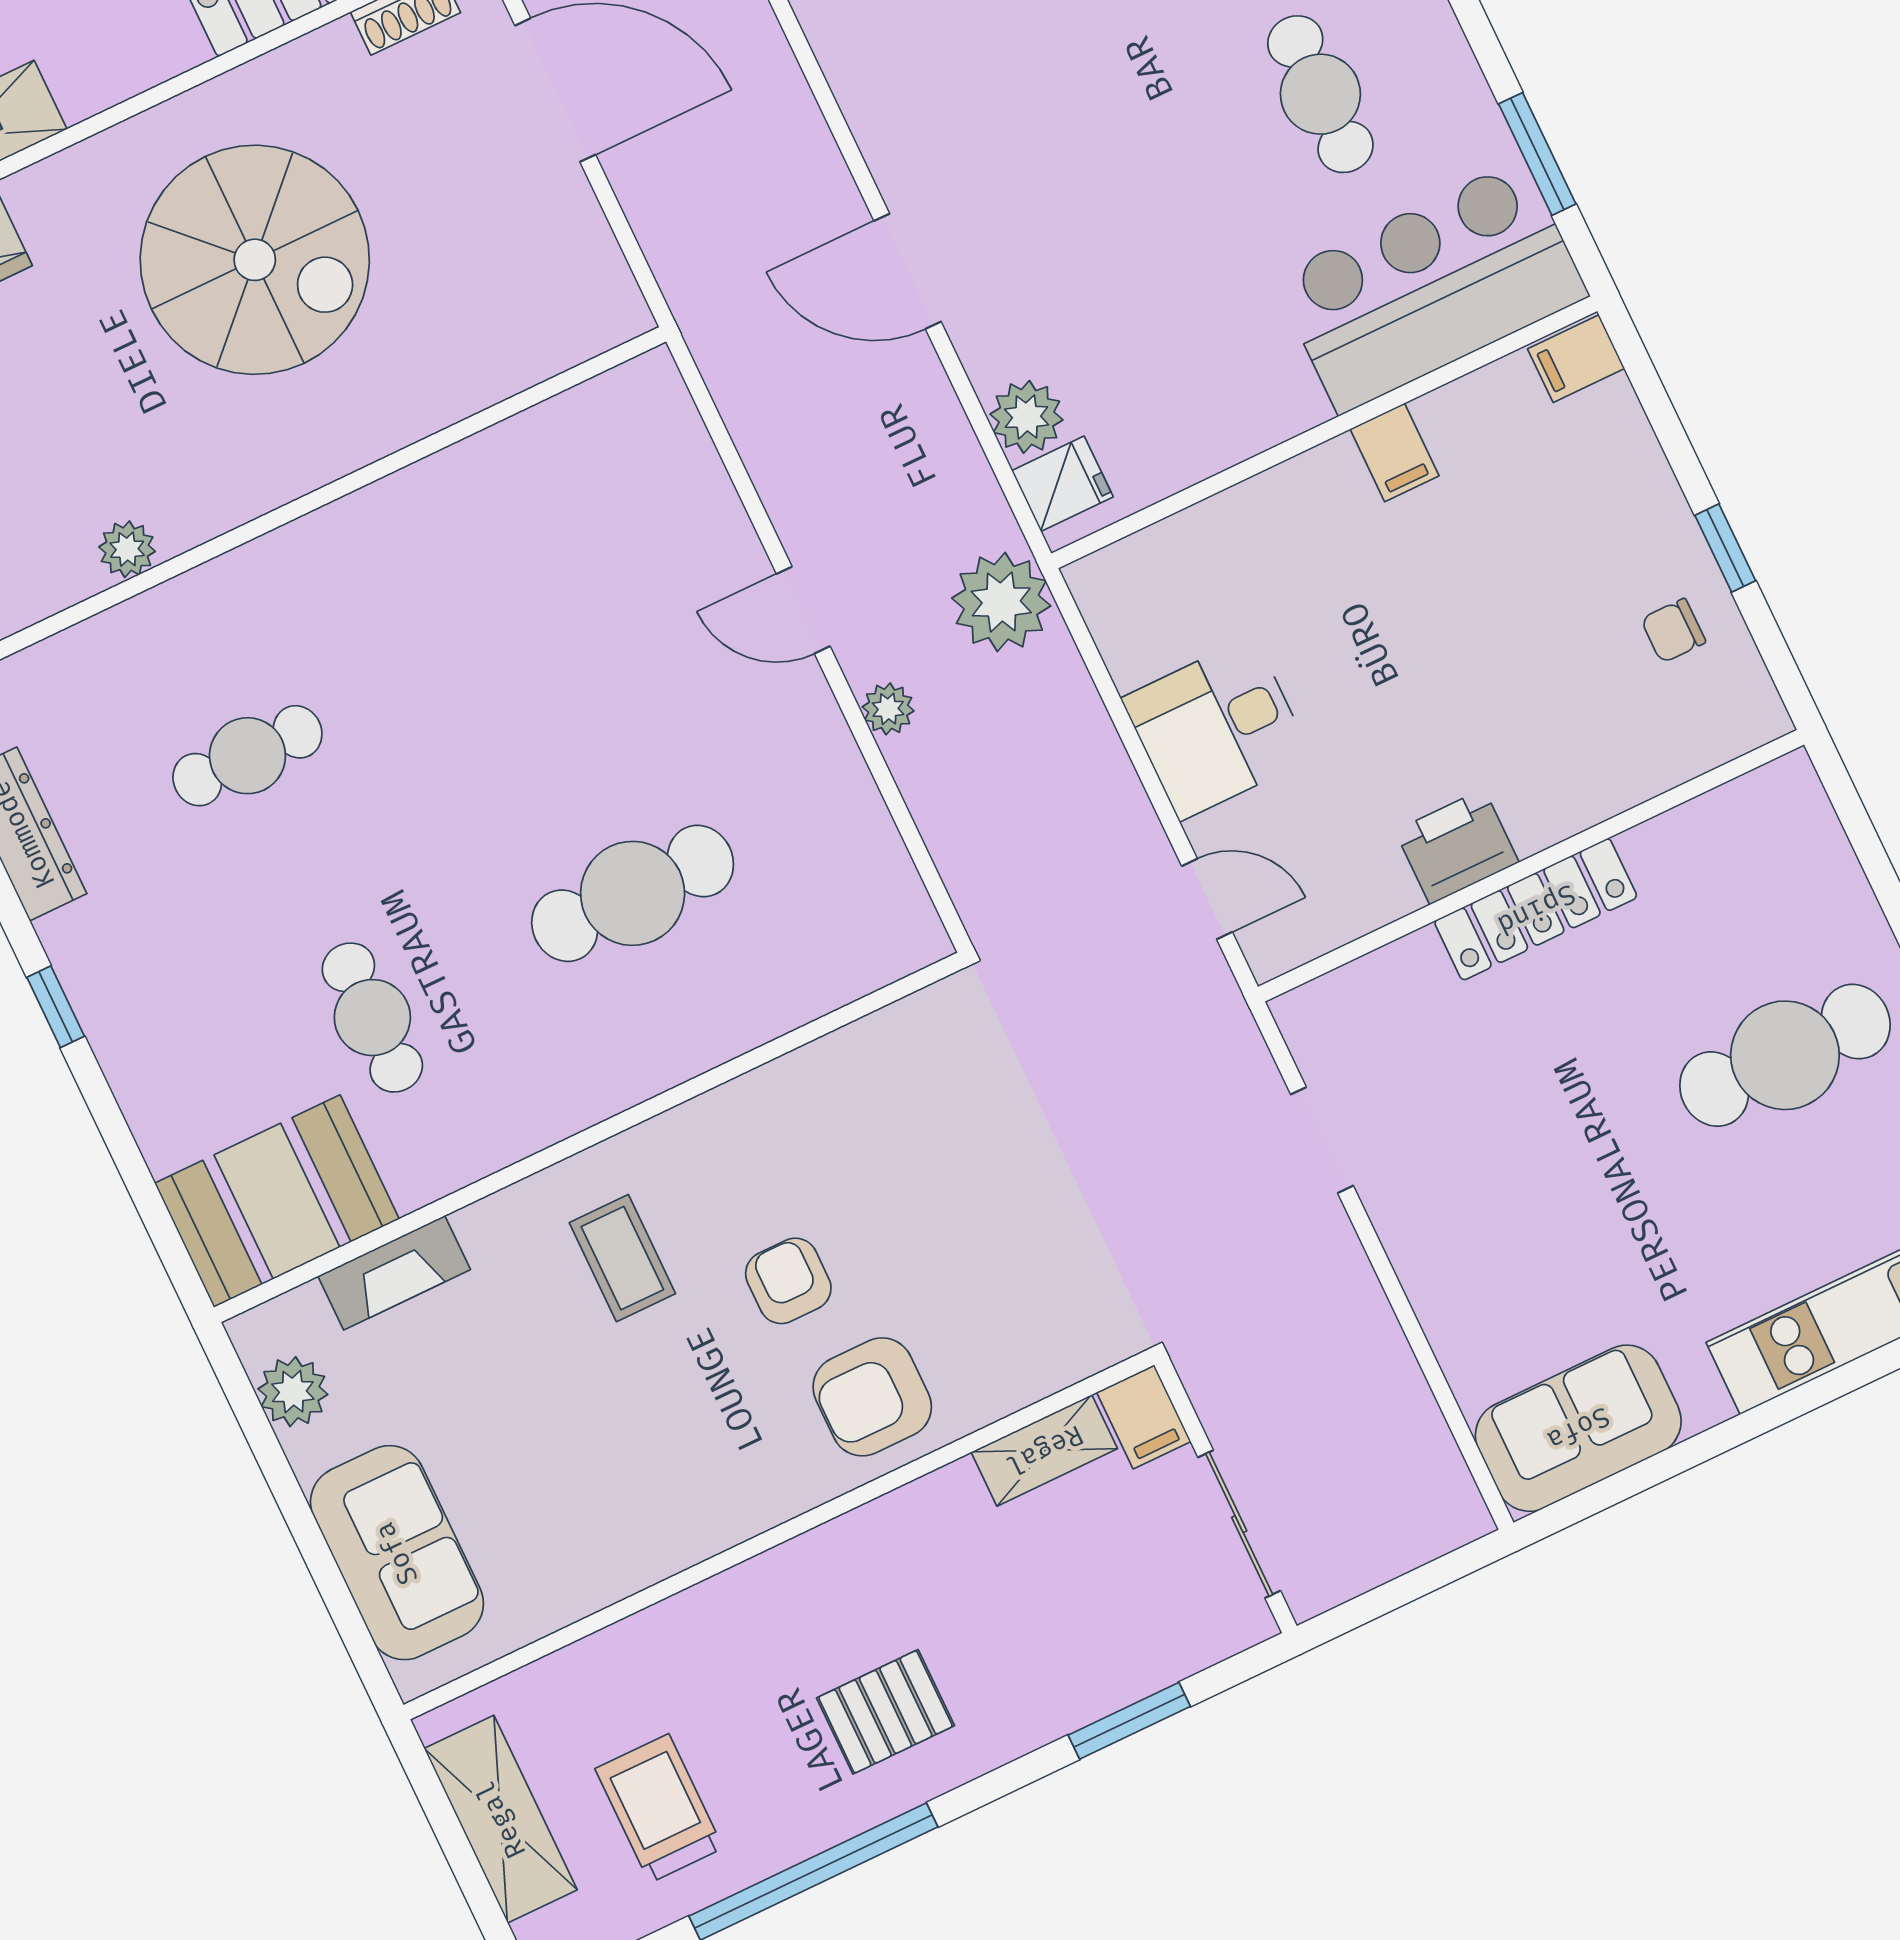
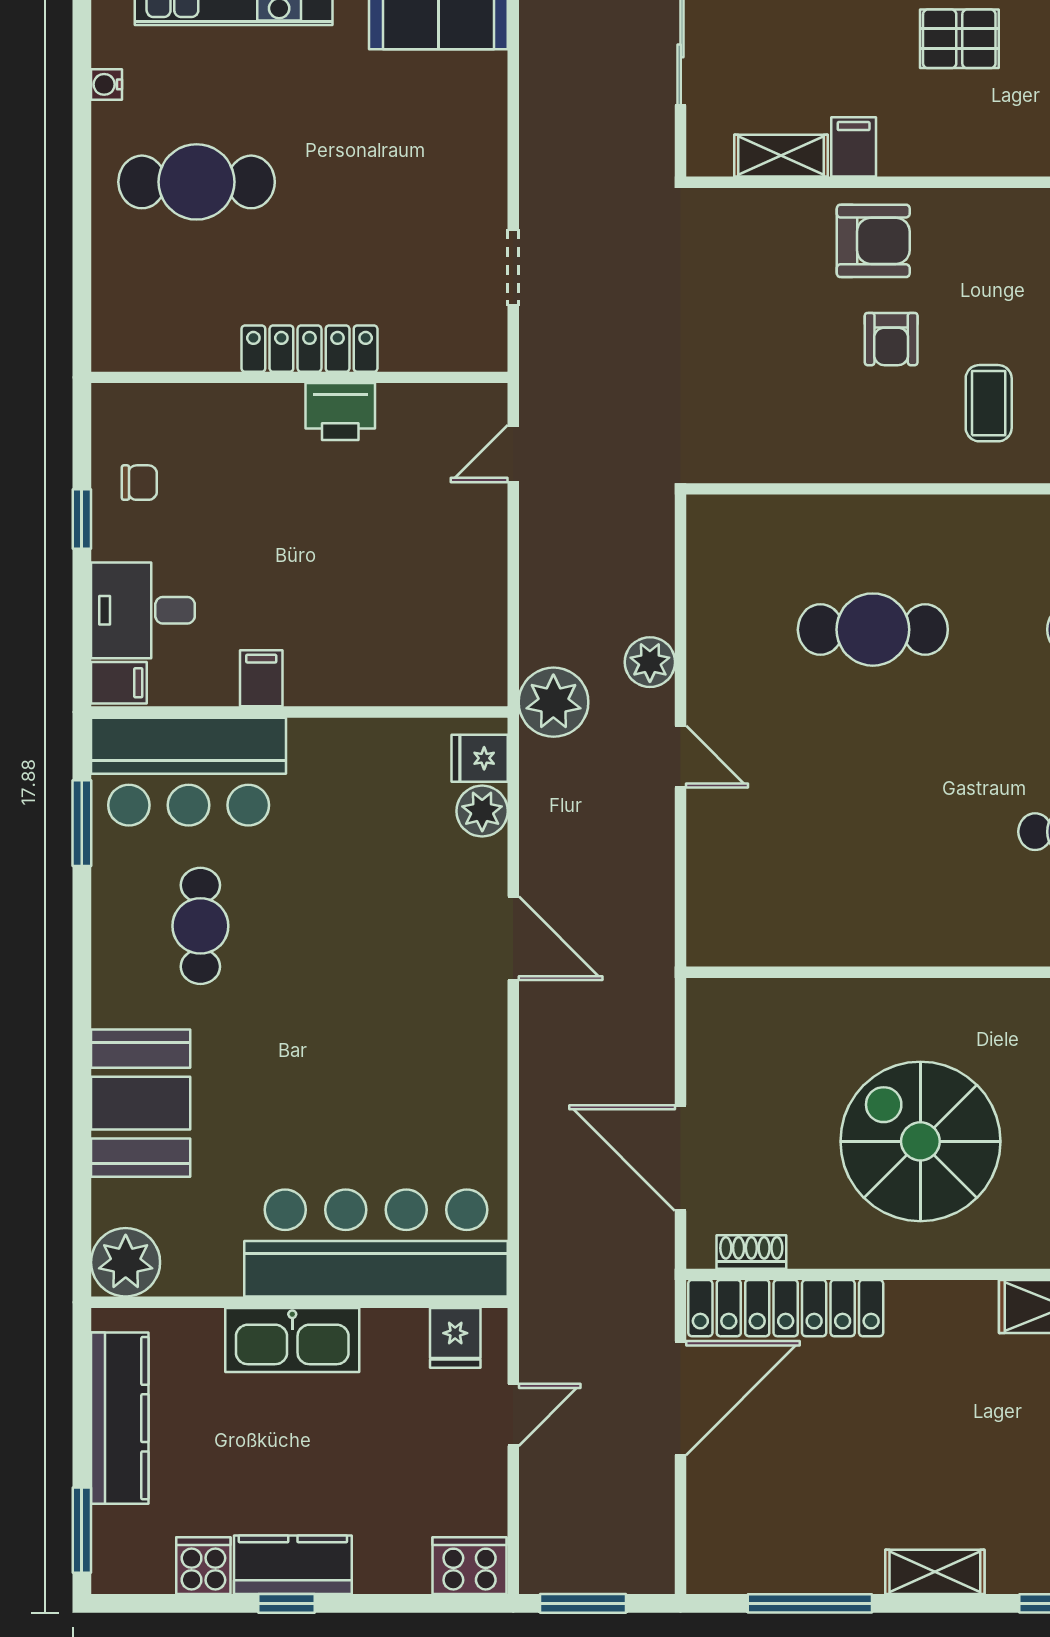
plant: (888, 709) -> (650, 662), width x1.38, depth x1.38
desk: (1217, 728) -> (143, 610), moved, turned 180
door: (1207, 899) -> (513, 454), hinge flipped
filing cabinet: (1144, 1417) -> (854, 147), moved

